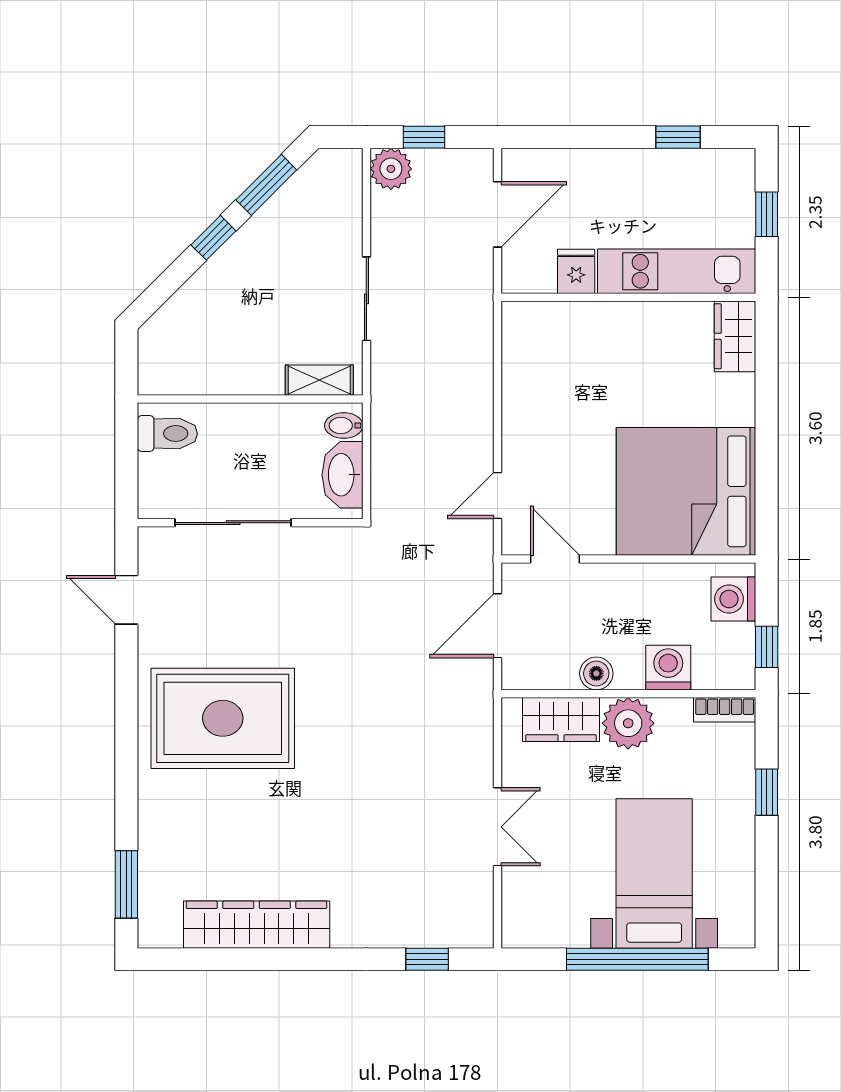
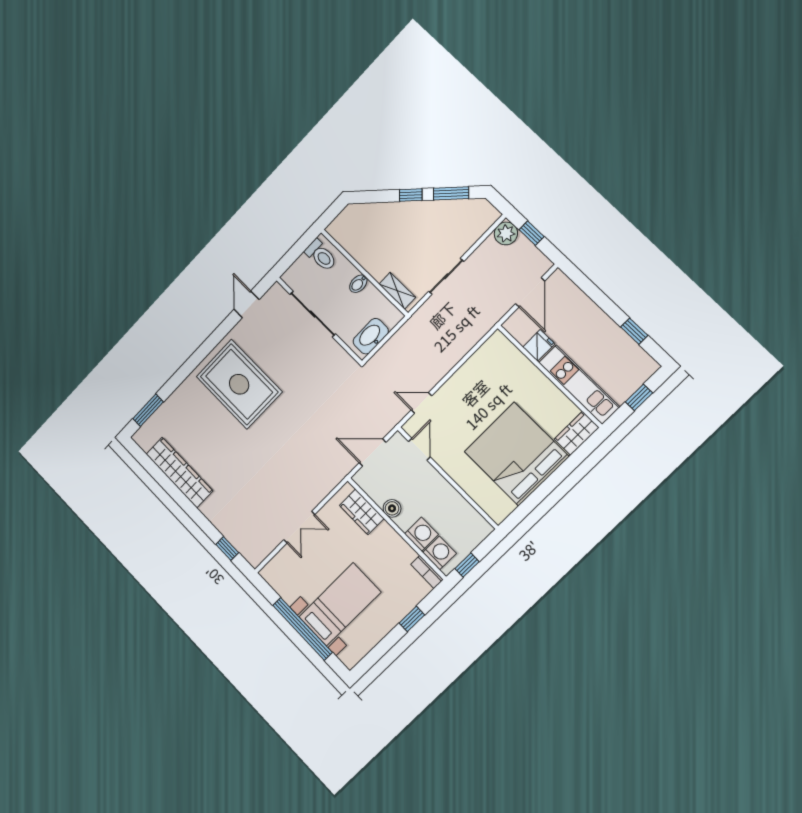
door: (497, 214) -> (530, 292), hinge flipped
bidet: (344, 426) -> (358, 284), moved, turned -90
bed: (686, 491) -> (516, 454), moved
washing machine: (733, 599) -> (440, 553), moved, turned 90
plant: (628, 723) -> (385, 539), removed

